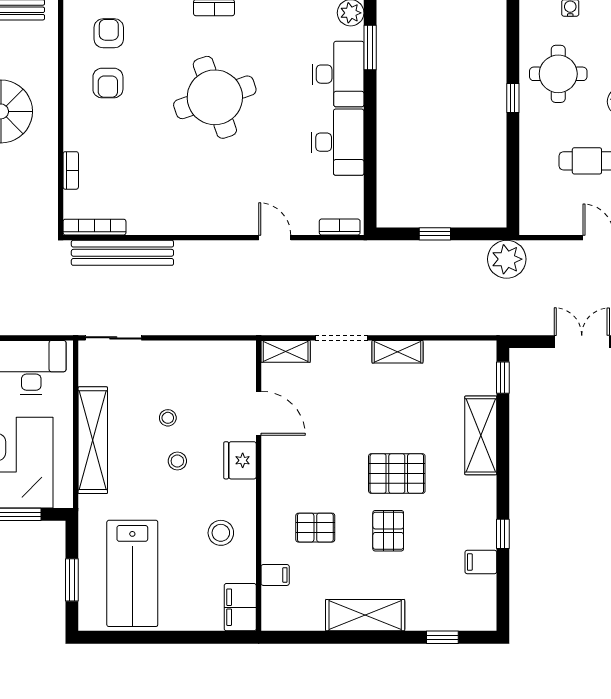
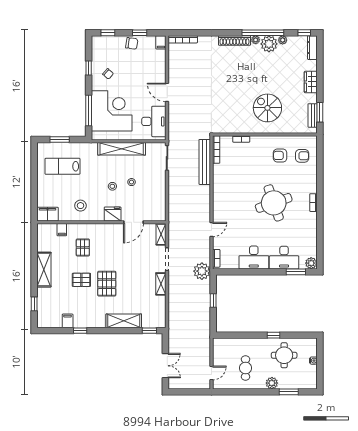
plant: (507, 259) -> (202, 271), moved
lab bench: (132, 573) -> (62, 166), width x0.73, depth x0.72

